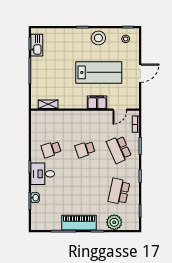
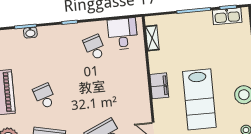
filing cabinet: (97, 102) -> (159, 86), moved
school desk: (85, 149) -> (44, 96), moved
desk: (43, 174) -> (123, 34), moved

